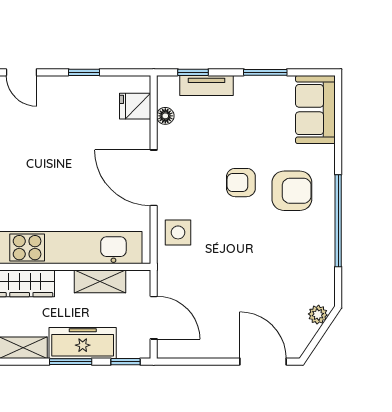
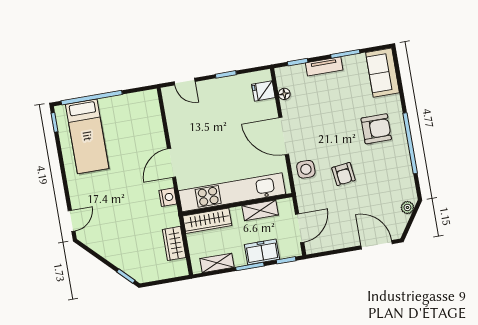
tv unit: (207, 86) -> (324, 66), moved
armchair: (241, 183) -> (343, 174), moved, turned -97
door: (154, 318) -> (300, 228), hinge flipped
freezer: (83, 343) -> (262, 252), width x0.71

